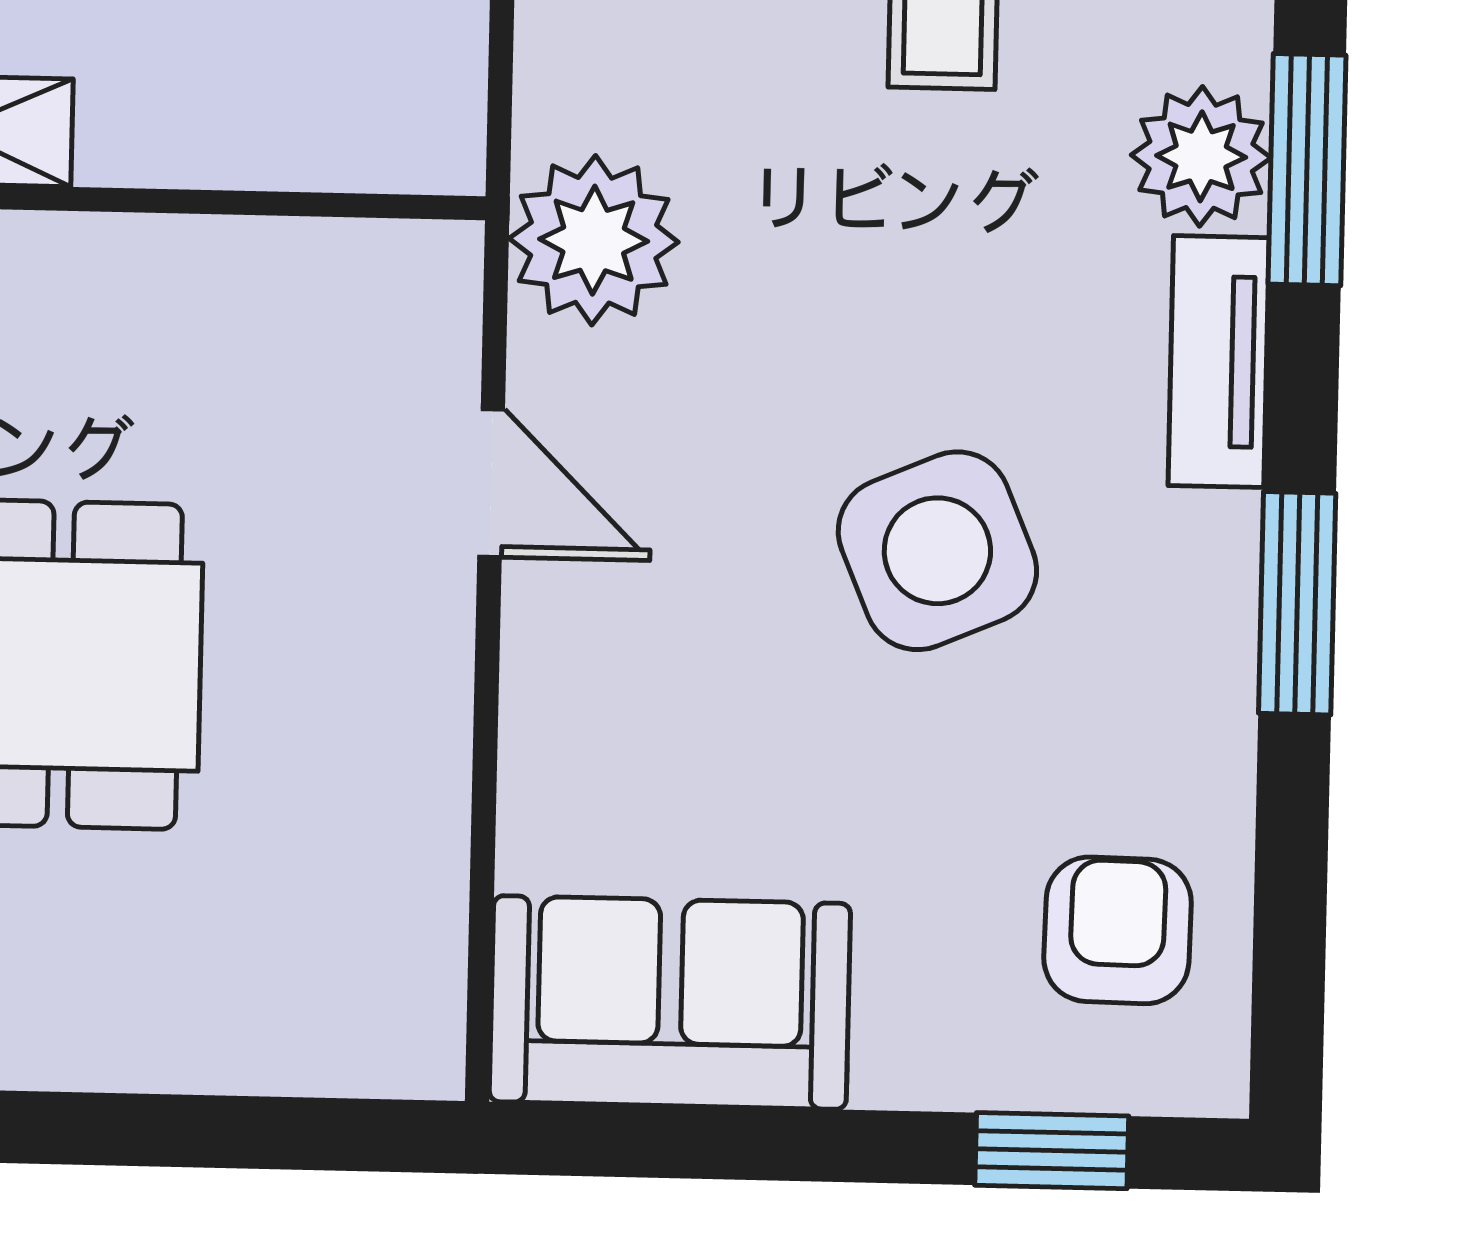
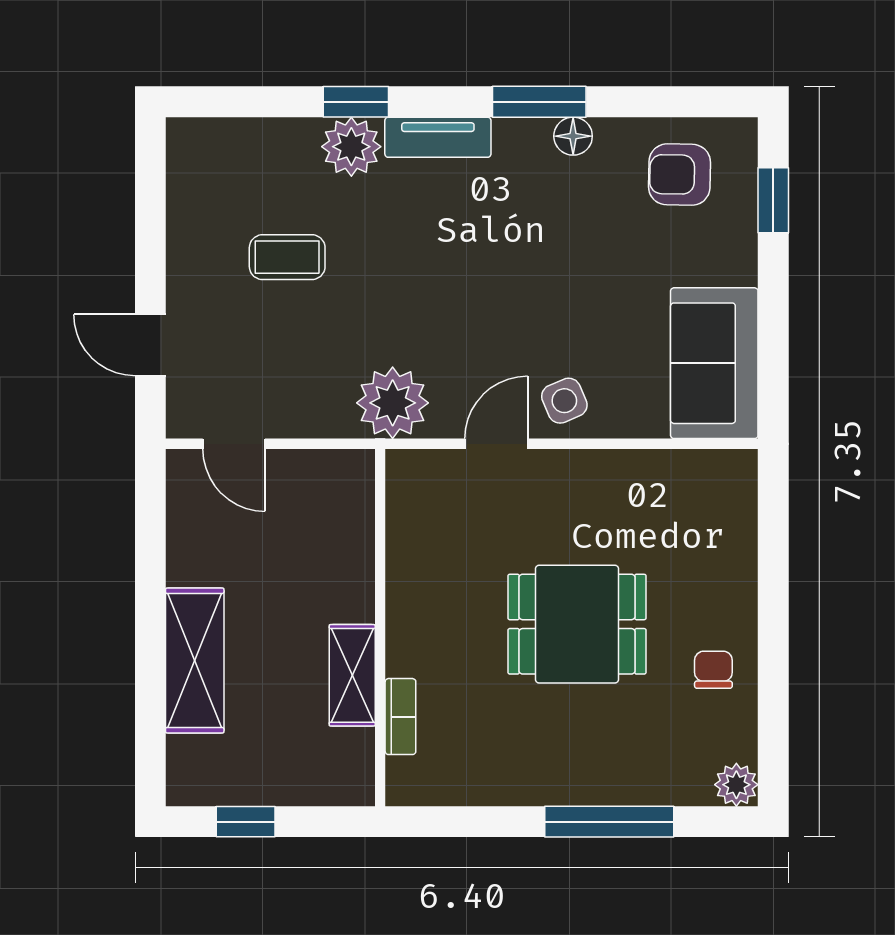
window: (1307, 170) -> (356, 102), width x0.67
side table: (937, 551) -> (564, 401), moved, width x0.54, depth x0.54
floor lamp: (1214, 681) -> (573, 136), added

